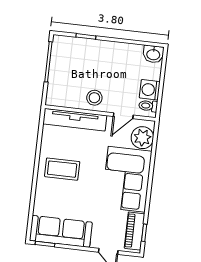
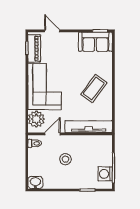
washing machine: (150, 90) -> (105, 174), moved, turned 180
stool: (94, 98) -> (65, 159), moved
coffee table: (62, 169) -> (94, 89), turned -54
sofa: (61, 231) -> (95, 42), width x0.73

